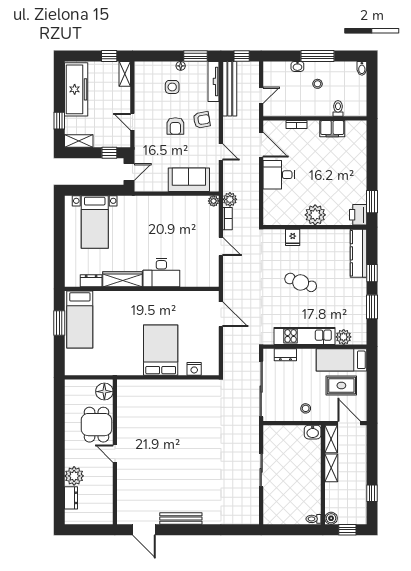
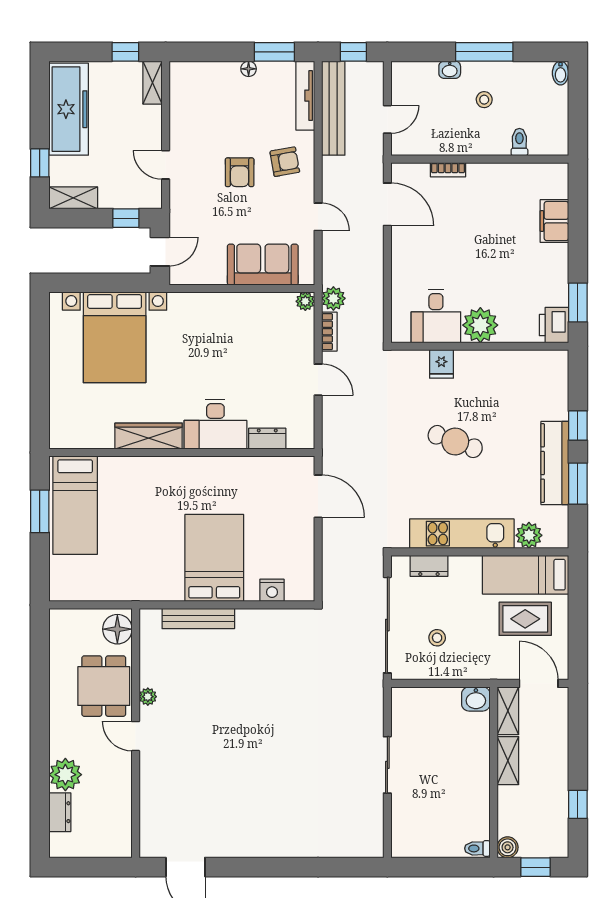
side table: (172, 87) -> (234, 105), removed
filing cabinet: (332, 129) -> (554, 221), moved, turned 90
desk: (279, 175) -> (436, 316), moved, turned -90
bed with nightstands: (95, 222) -> (115, 337), width x1.36
kitchen counter: (359, 253) -> (555, 463), moved
dresser: (91, 281) -> (267, 439), moved
stool: (306, 408) -> (437, 638), moved
plant: (122, 431) -> (148, 697), added
bench: (181, 518) -> (198, 619), moved

